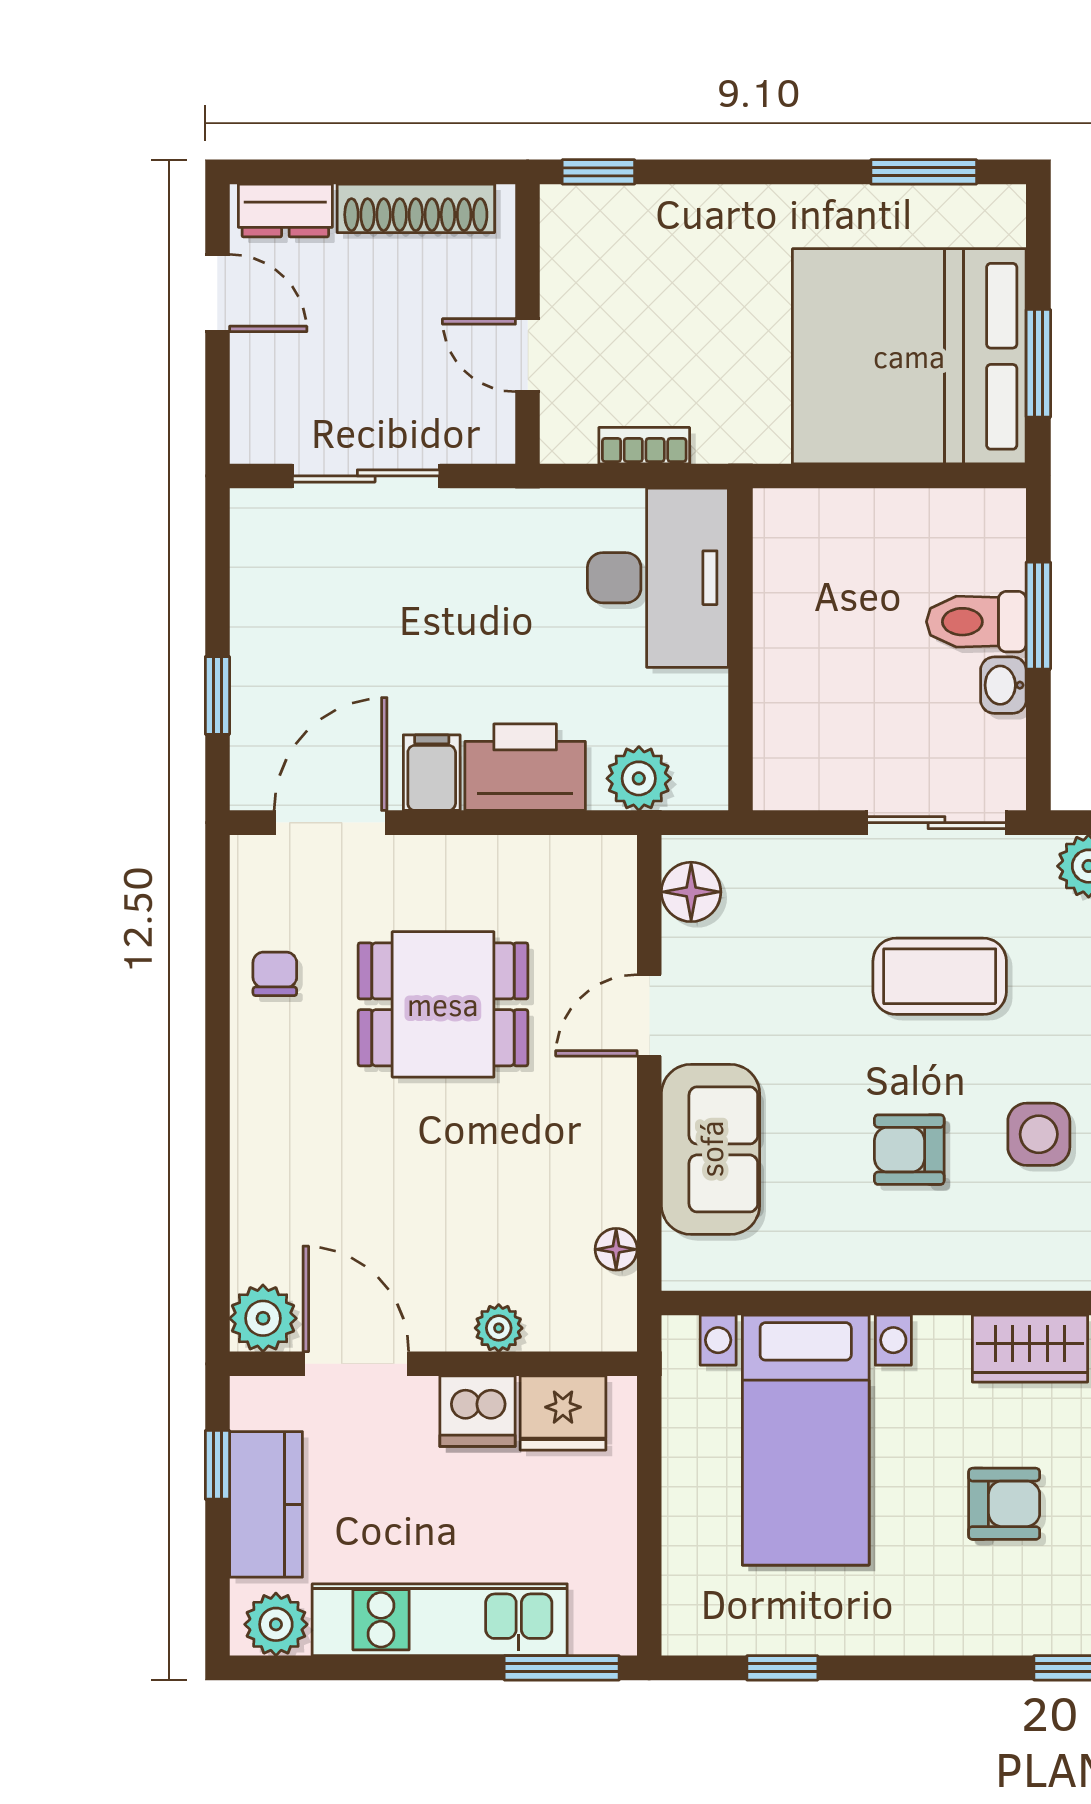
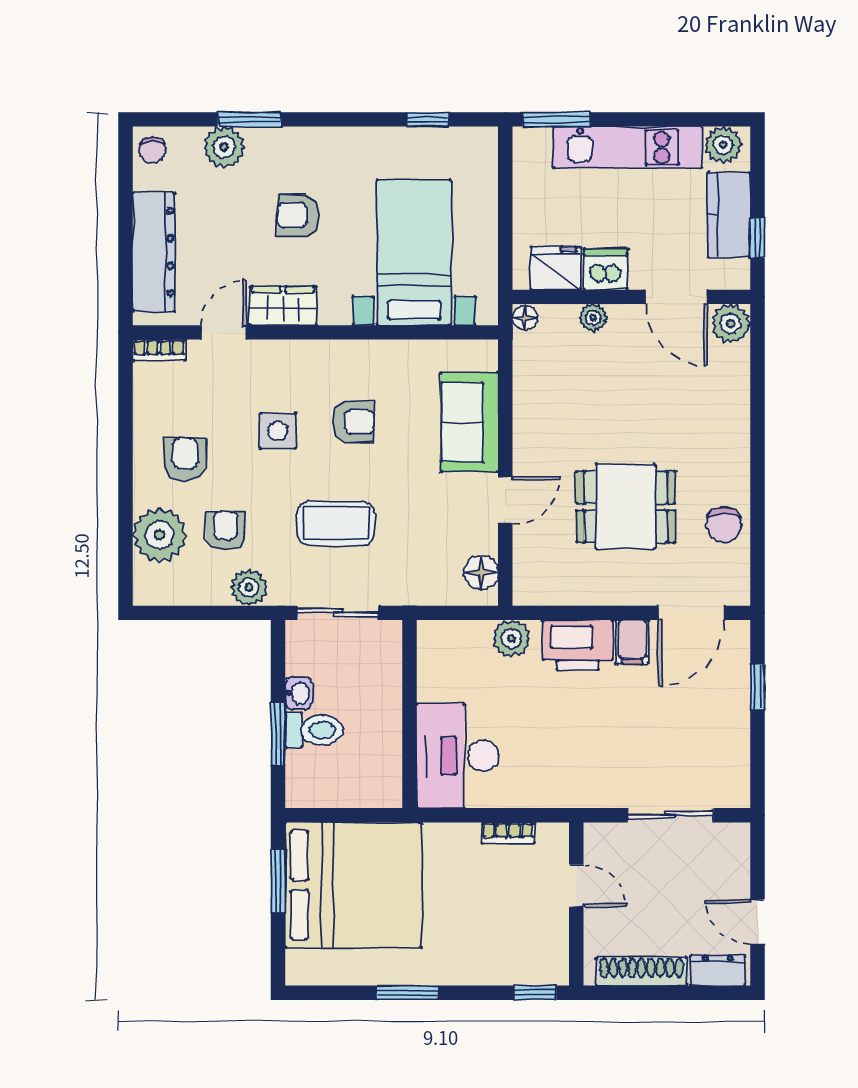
window: (924, 172) -> (407, 993), moved
desk: (658, 578) -> (458, 756), moved
wall: (740, 649) -> (409, 714), moved
chair: (275, 974) -> (724, 525), width x1.37, depth x1.37
floor lamp: (616, 1249) -> (525, 318), moved

